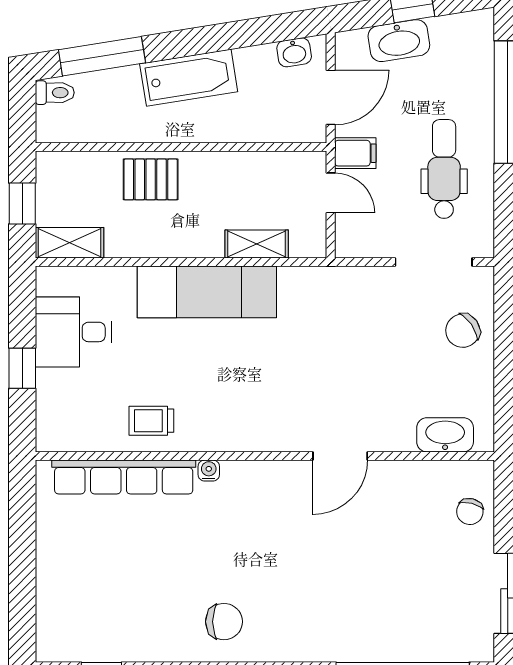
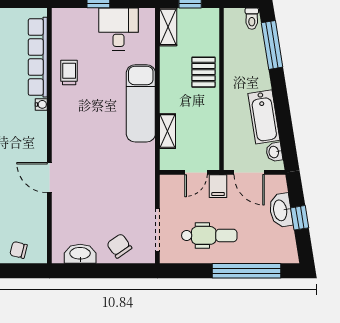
bathtub: (189, 78) -> (264, 117), moved
washbasin: (445, 435) -> (80, 254), moved, turned -90

